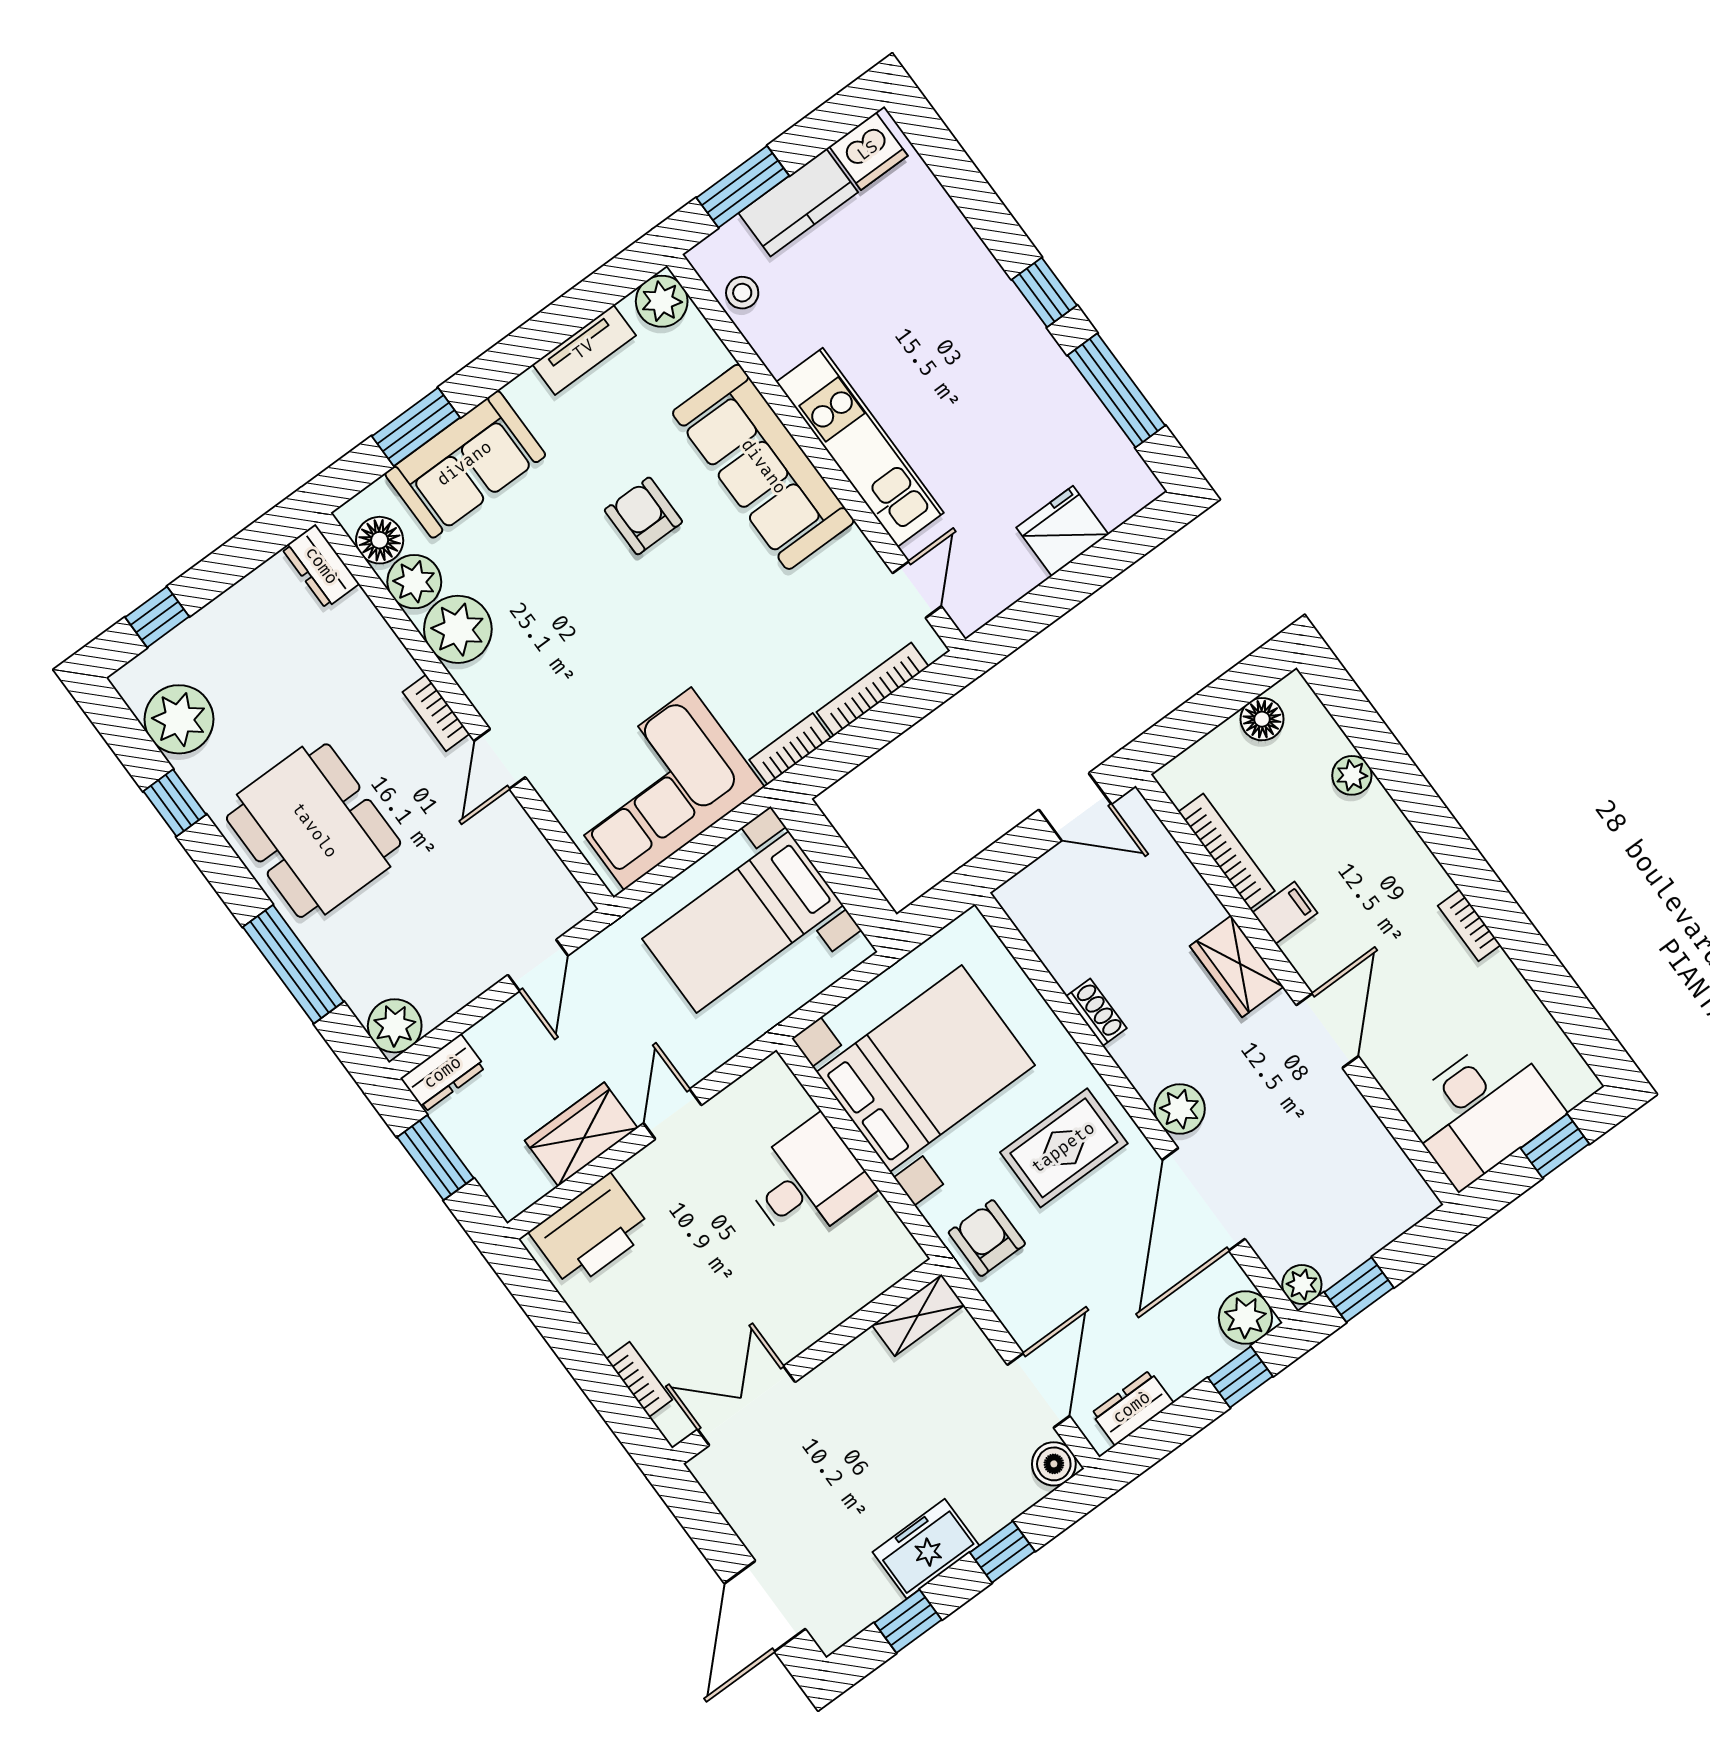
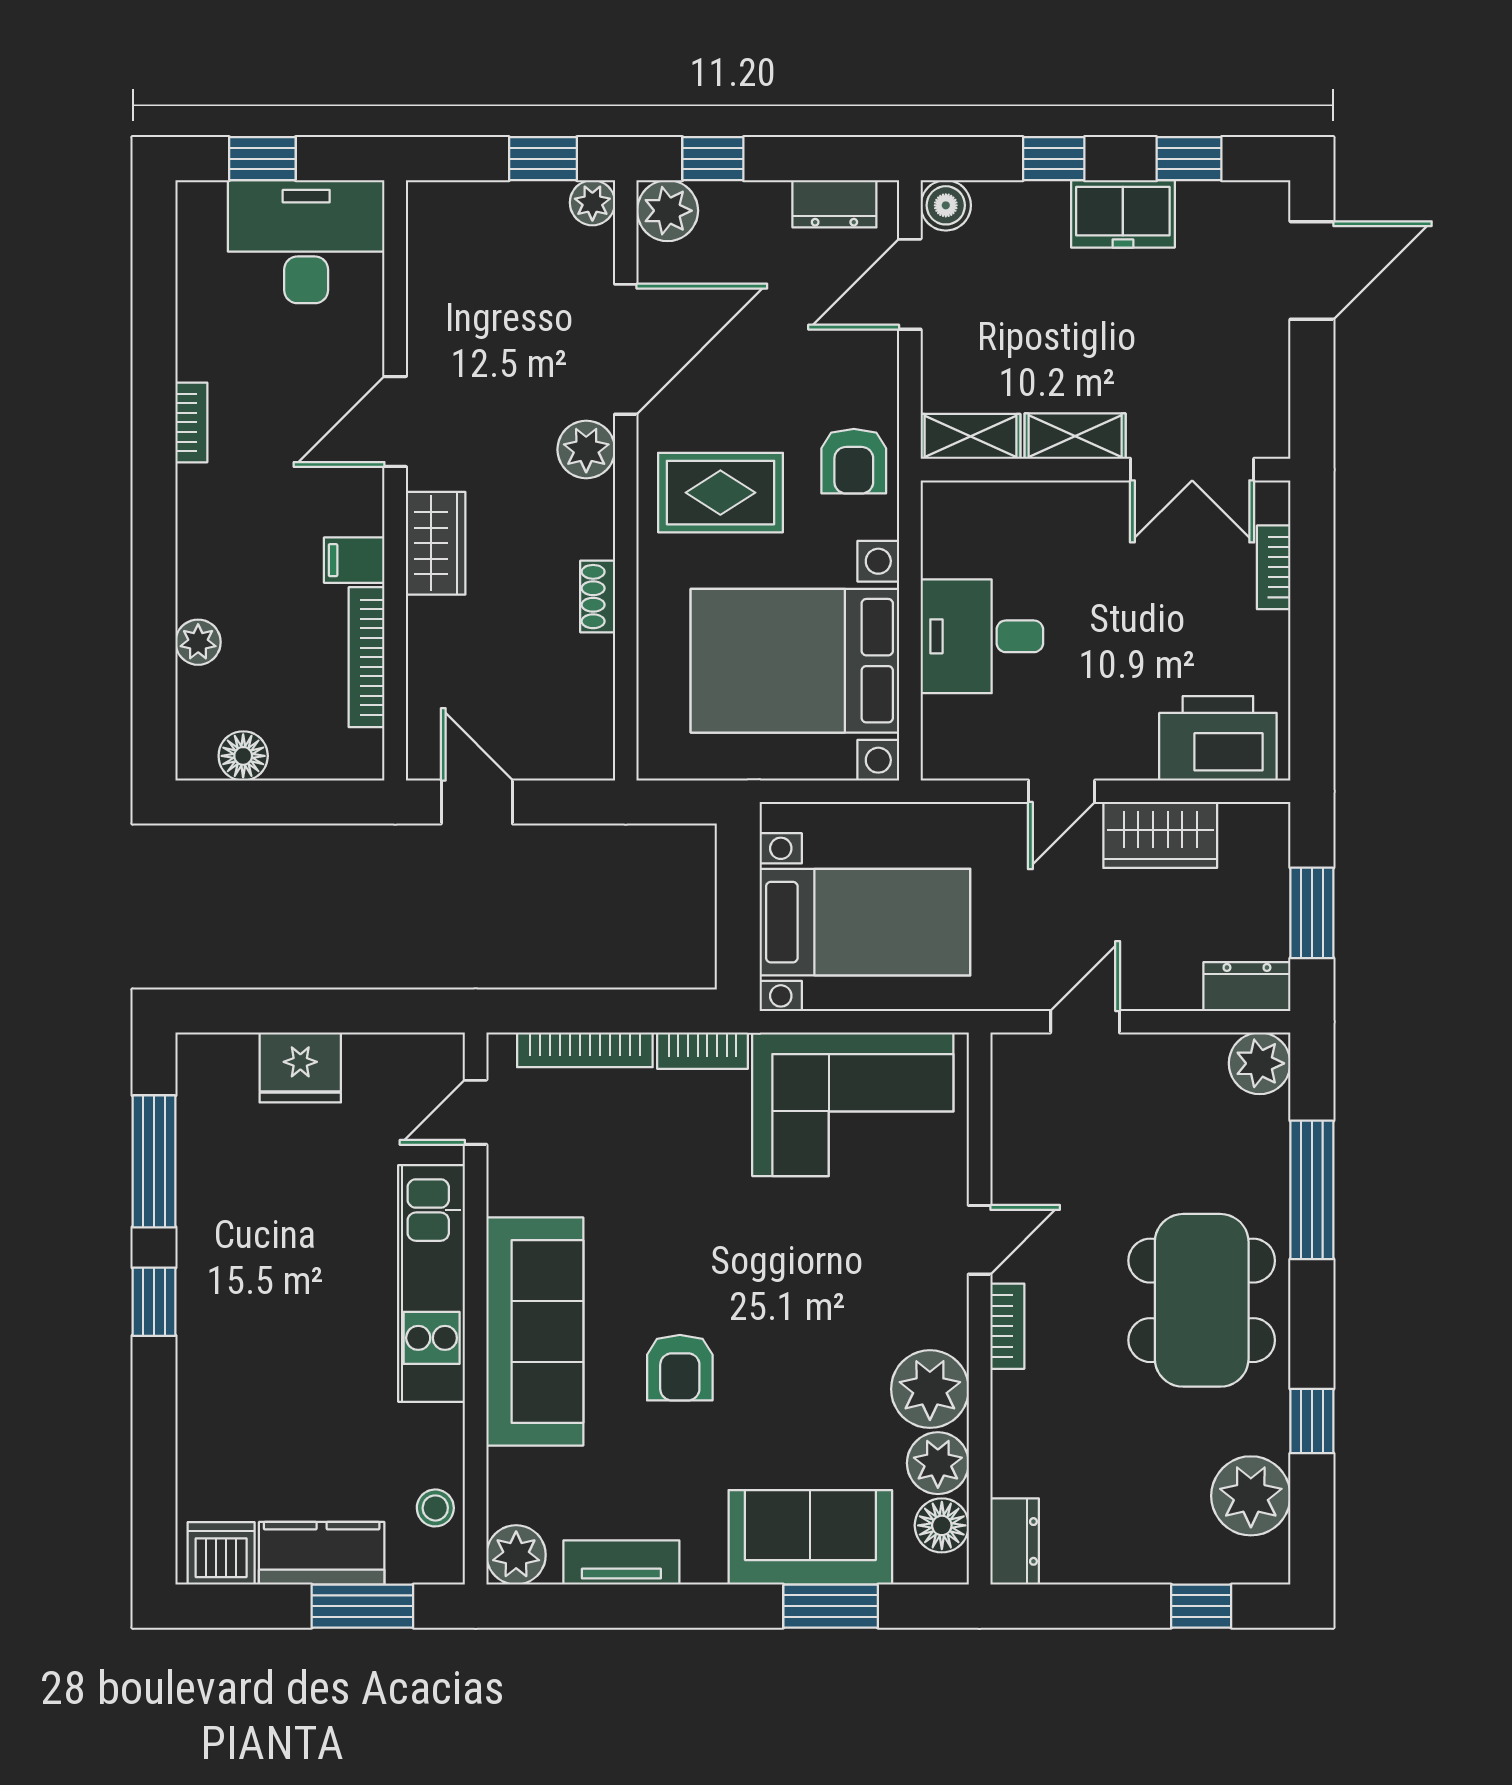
shelving: (845, 1369) -> (1075, 436), added

